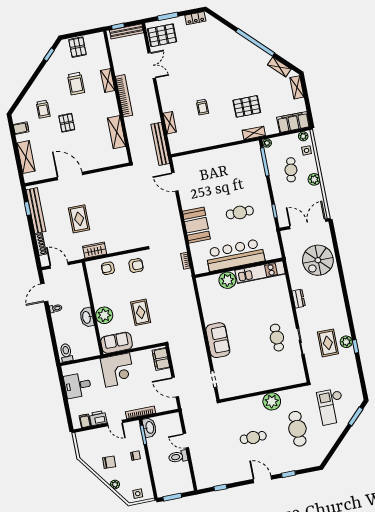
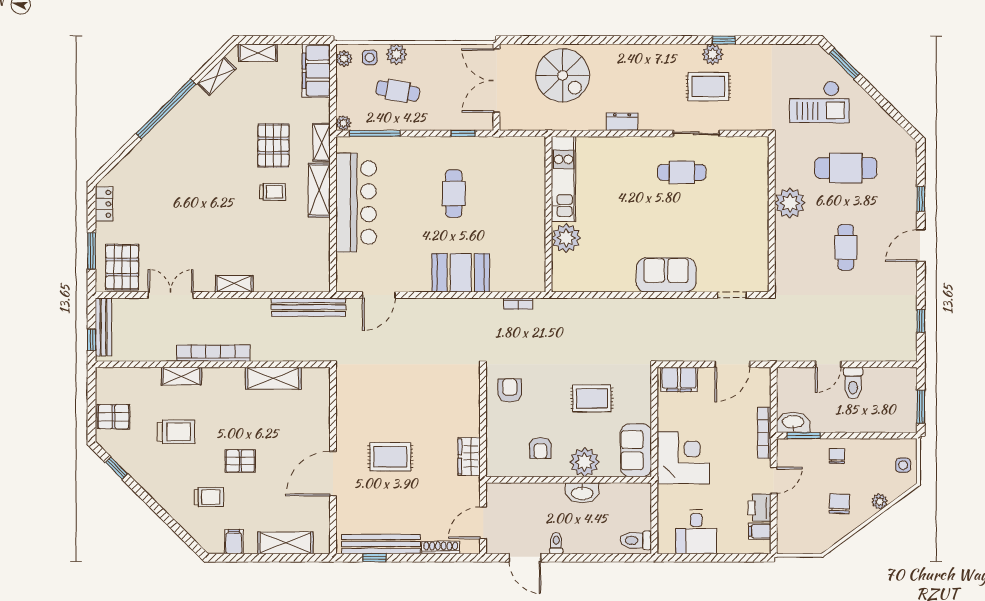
trolley: (202, 107) -> (273, 192), moved
shelving: (170, 123) -> (234, 284), moved
shelving: (227, 137) -> (319, 190), added
plant: (314, 179) -> (396, 54), moved
rug: (79, 219) -> (390, 457), moved
bar counter: (235, 255) -> (356, 203), moved, turned 180
armchair: (108, 268) -> (540, 448), moved

